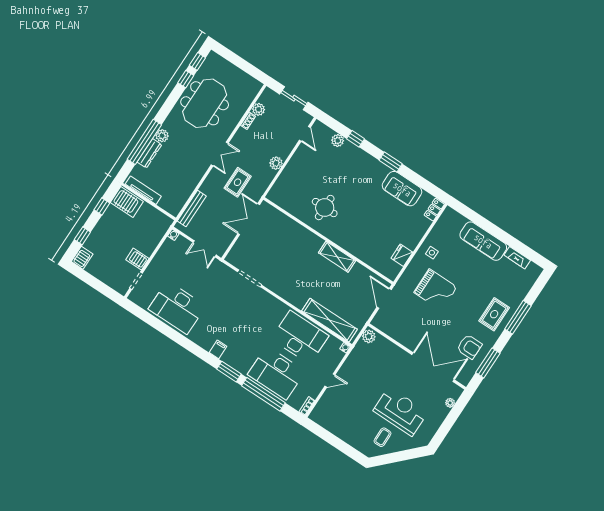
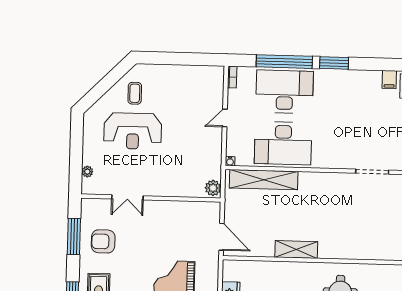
filing cabinet: (218, 349) -> (389, 80), moved
double door: (433, 367) -> (127, 197), width x0.54

